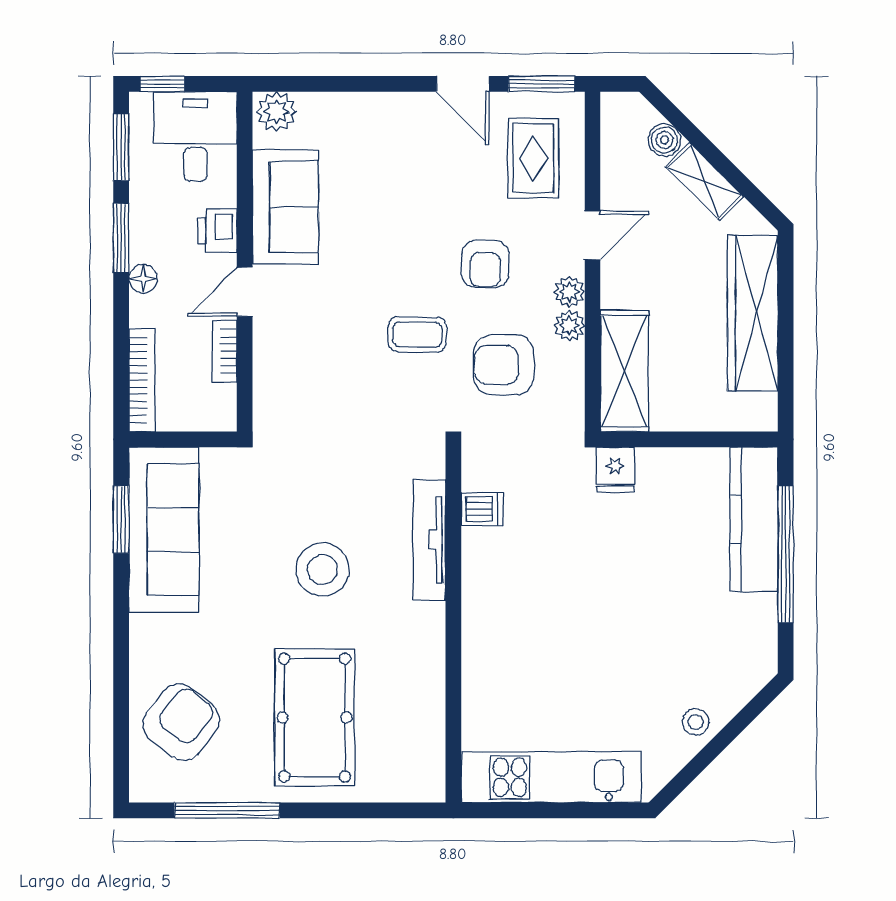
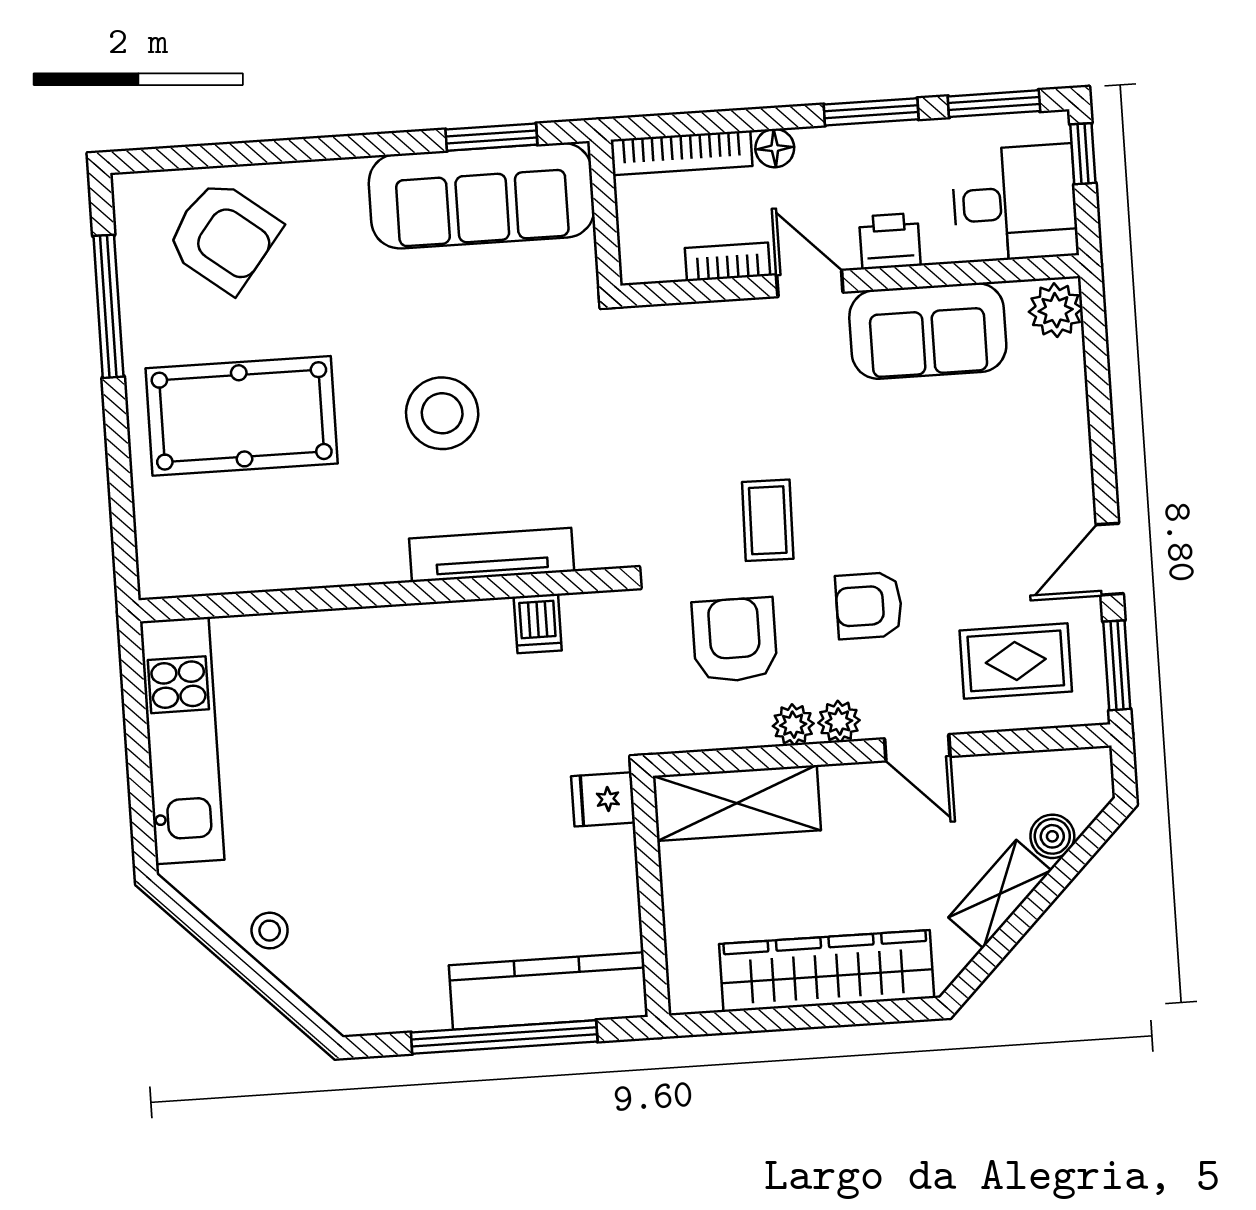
floor lamp: (143, 279) -> (775, 148), moved

